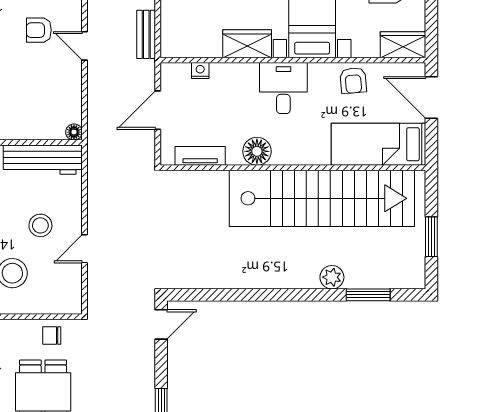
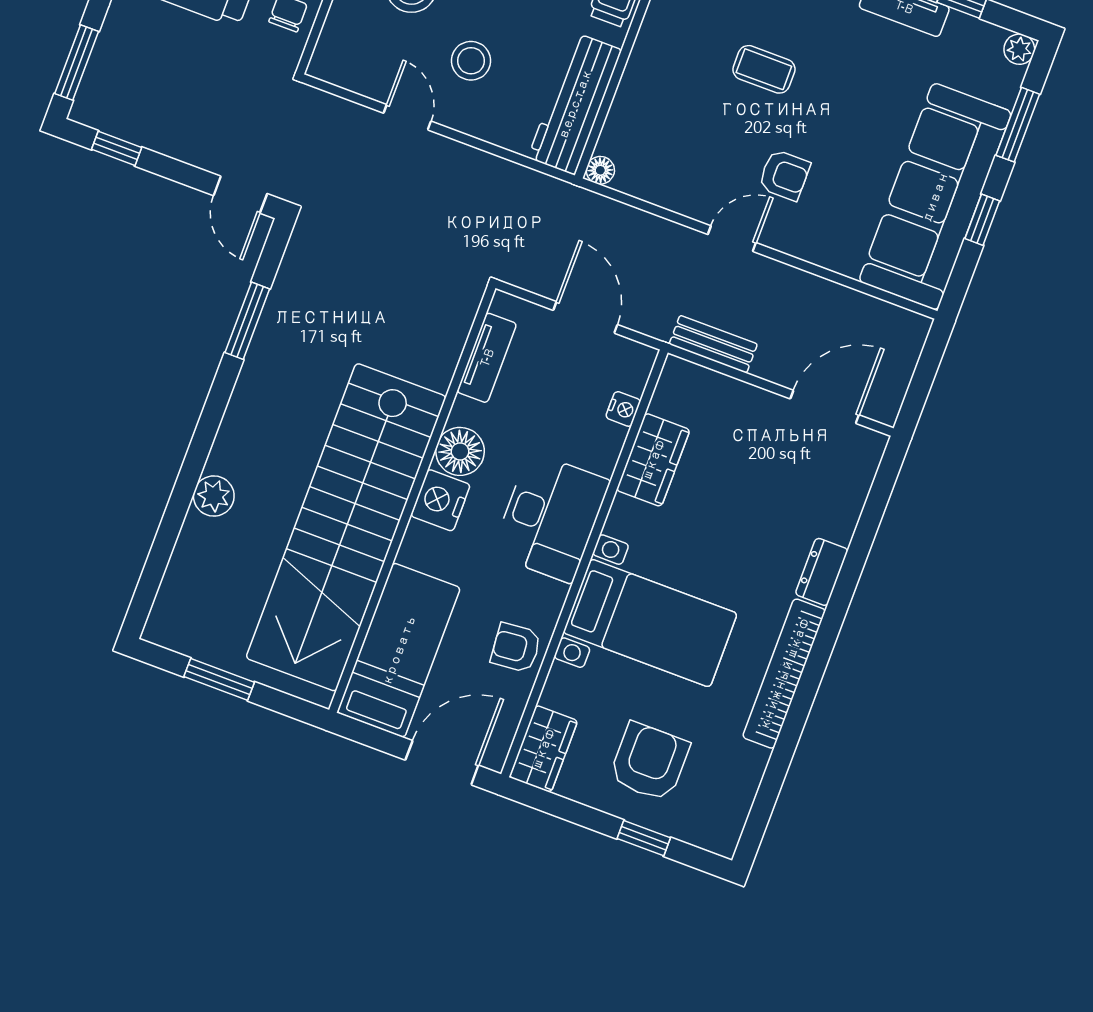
armchair: (39, 30) -> (784, 175), turned 90
wardrobe: (247, 44) -> (653, 460), moved
desk: (283, 88) -> (551, 517), width x1.37
nightstand: (288, 152) -> (440, 500), added
window: (368, 295) -> (247, 321), moved

